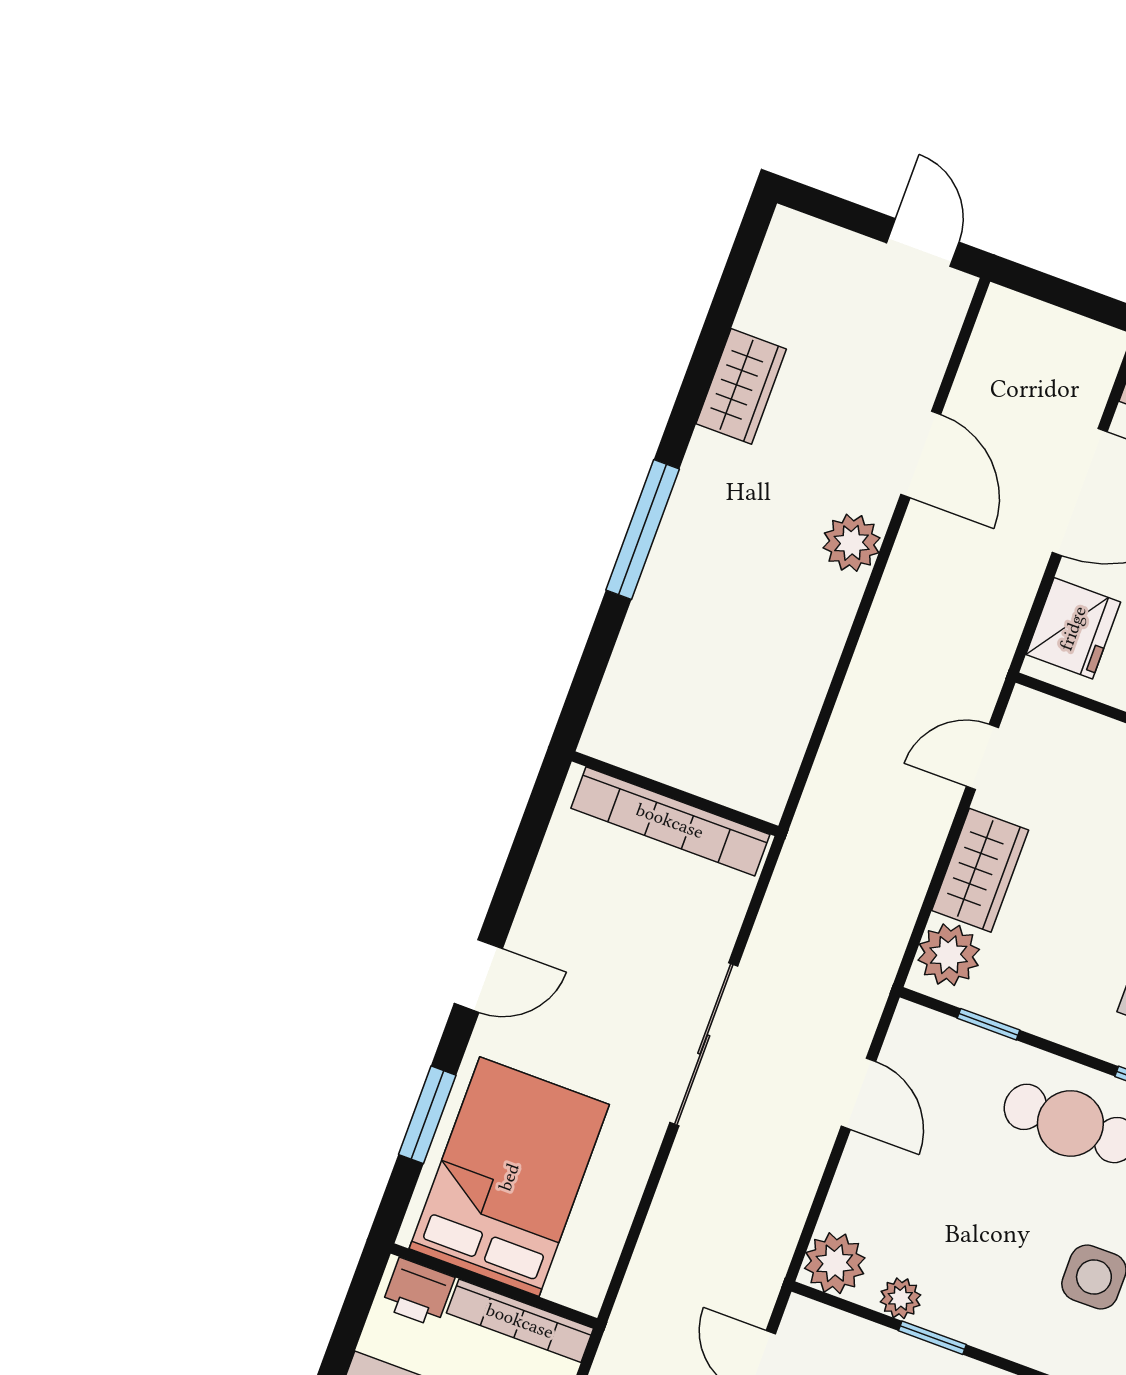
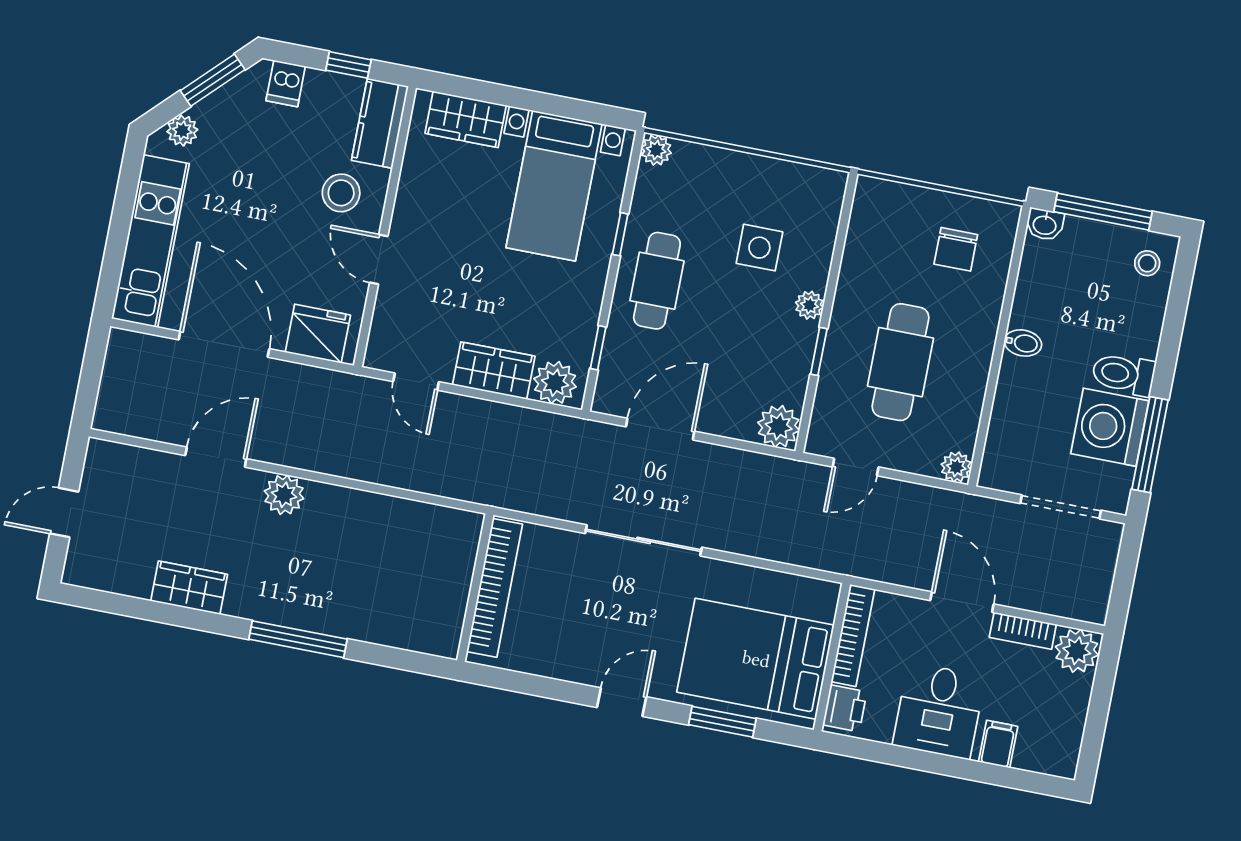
door: (923, 242) -> (64, 513), moved
door: (478, 976) -> (622, 702), hinge flipped
door: (858, 1094) -> (660, 429), width x1.37
plant: (900, 1298) -> (809, 305), moved

